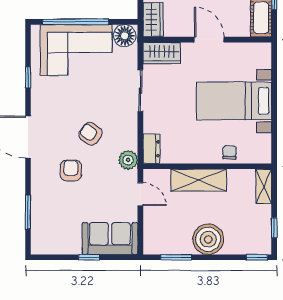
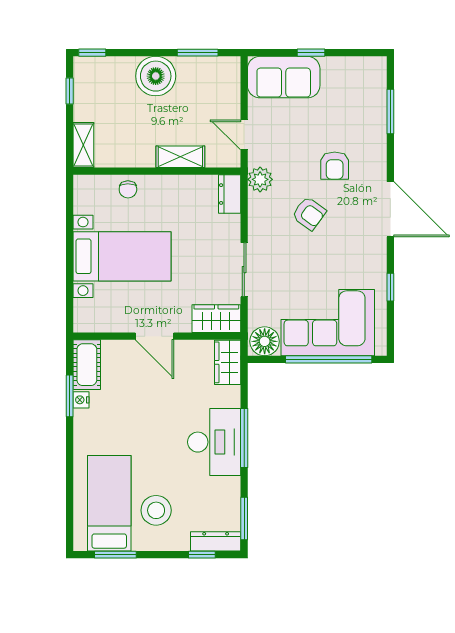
shelving: (199, 180) -> (180, 157), width x0.67, depth x0.75

